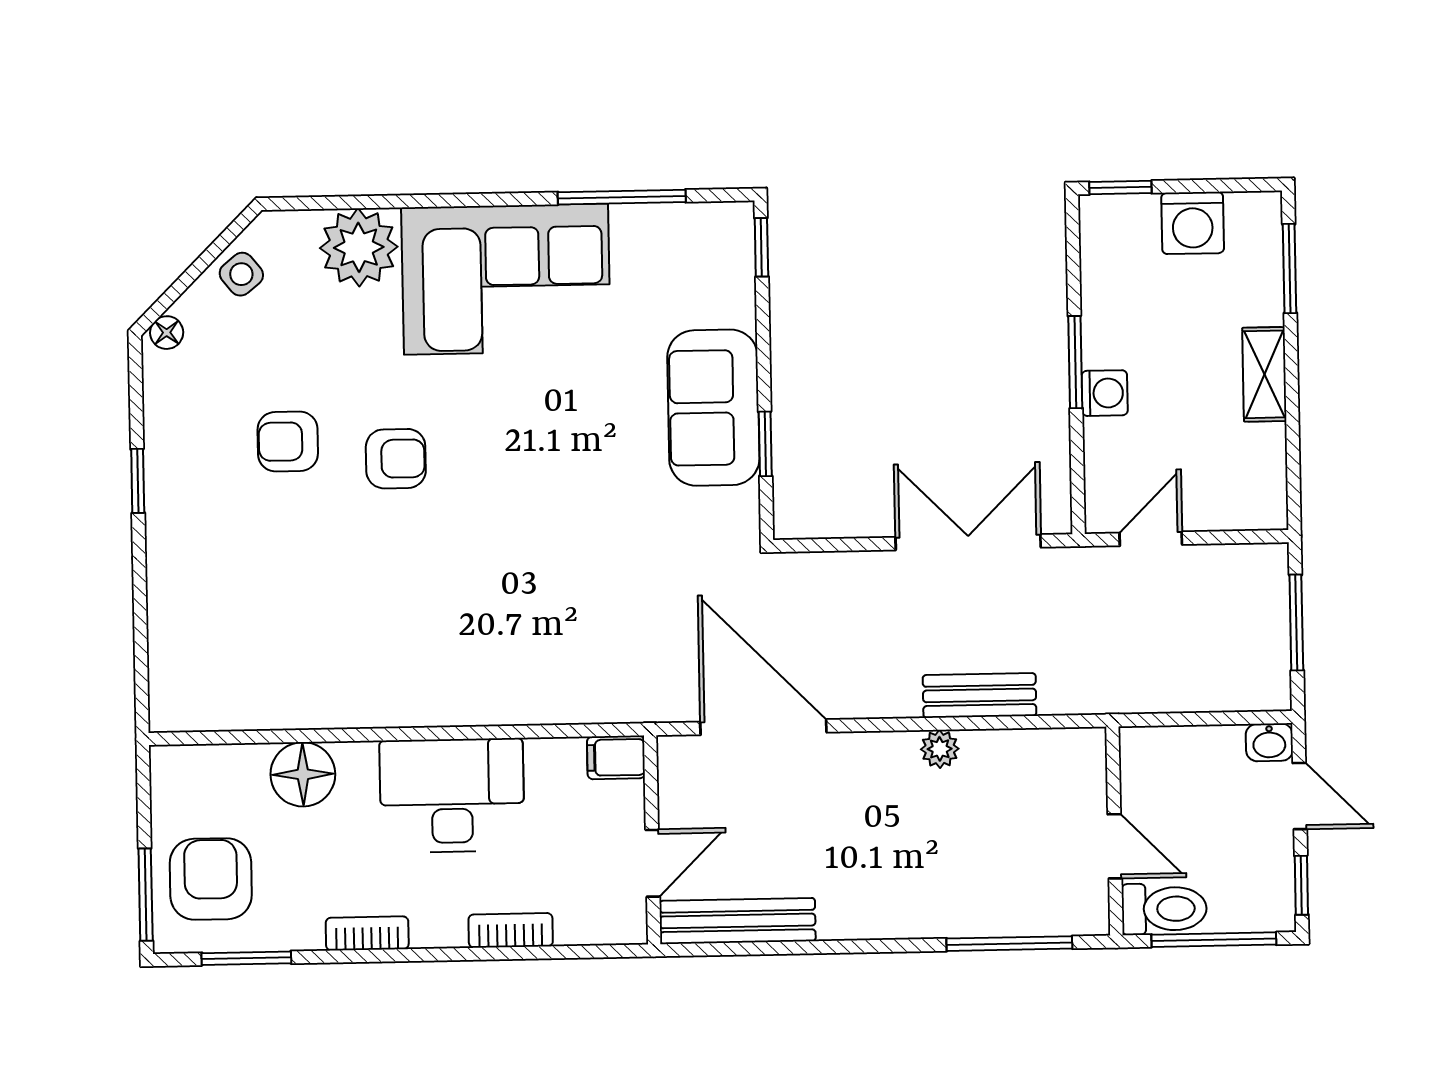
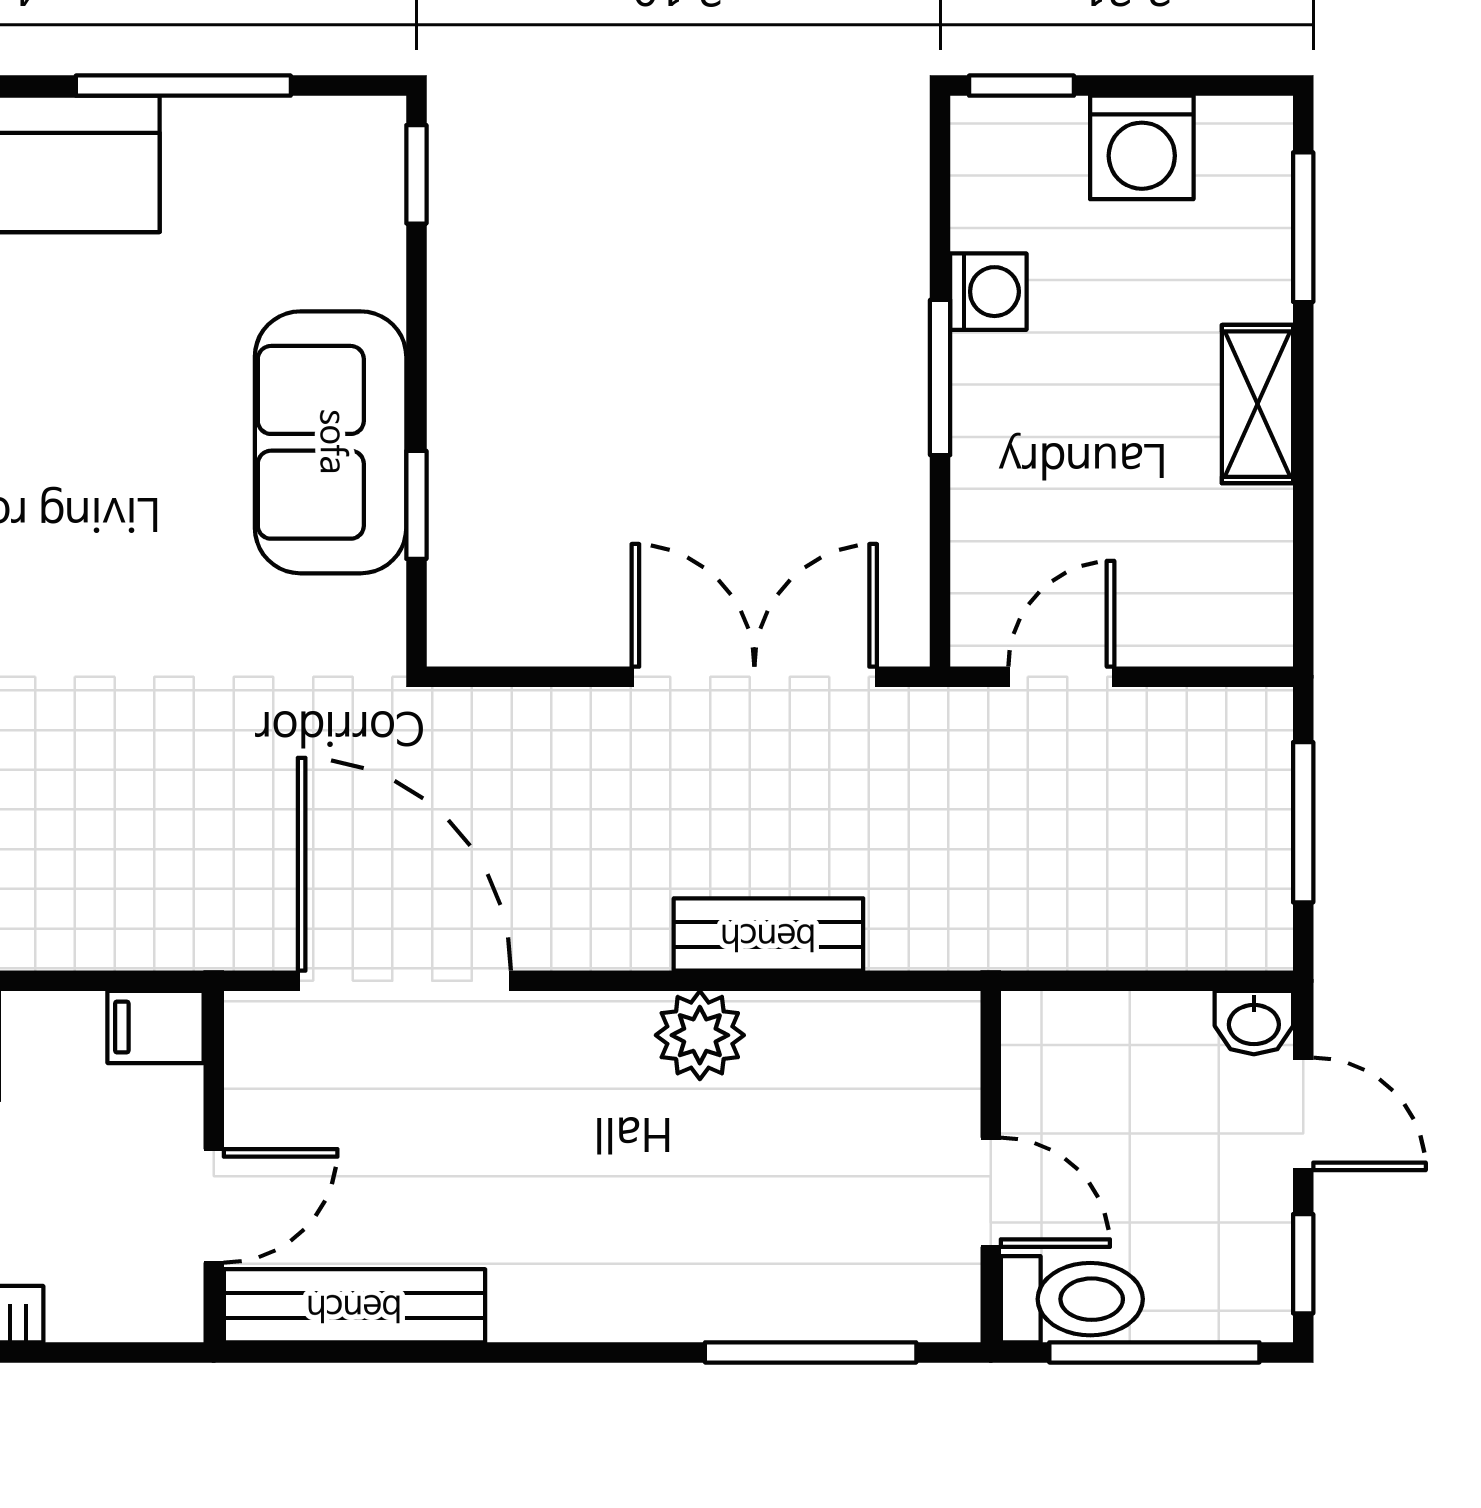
washing machine: (1105, 393) -> (988, 292), moved
plant: (940, 749) -> (700, 1035), width x1.38, depth x1.38

